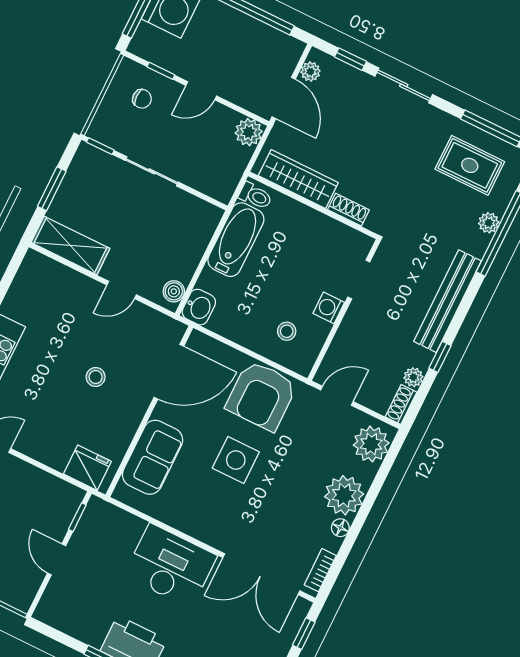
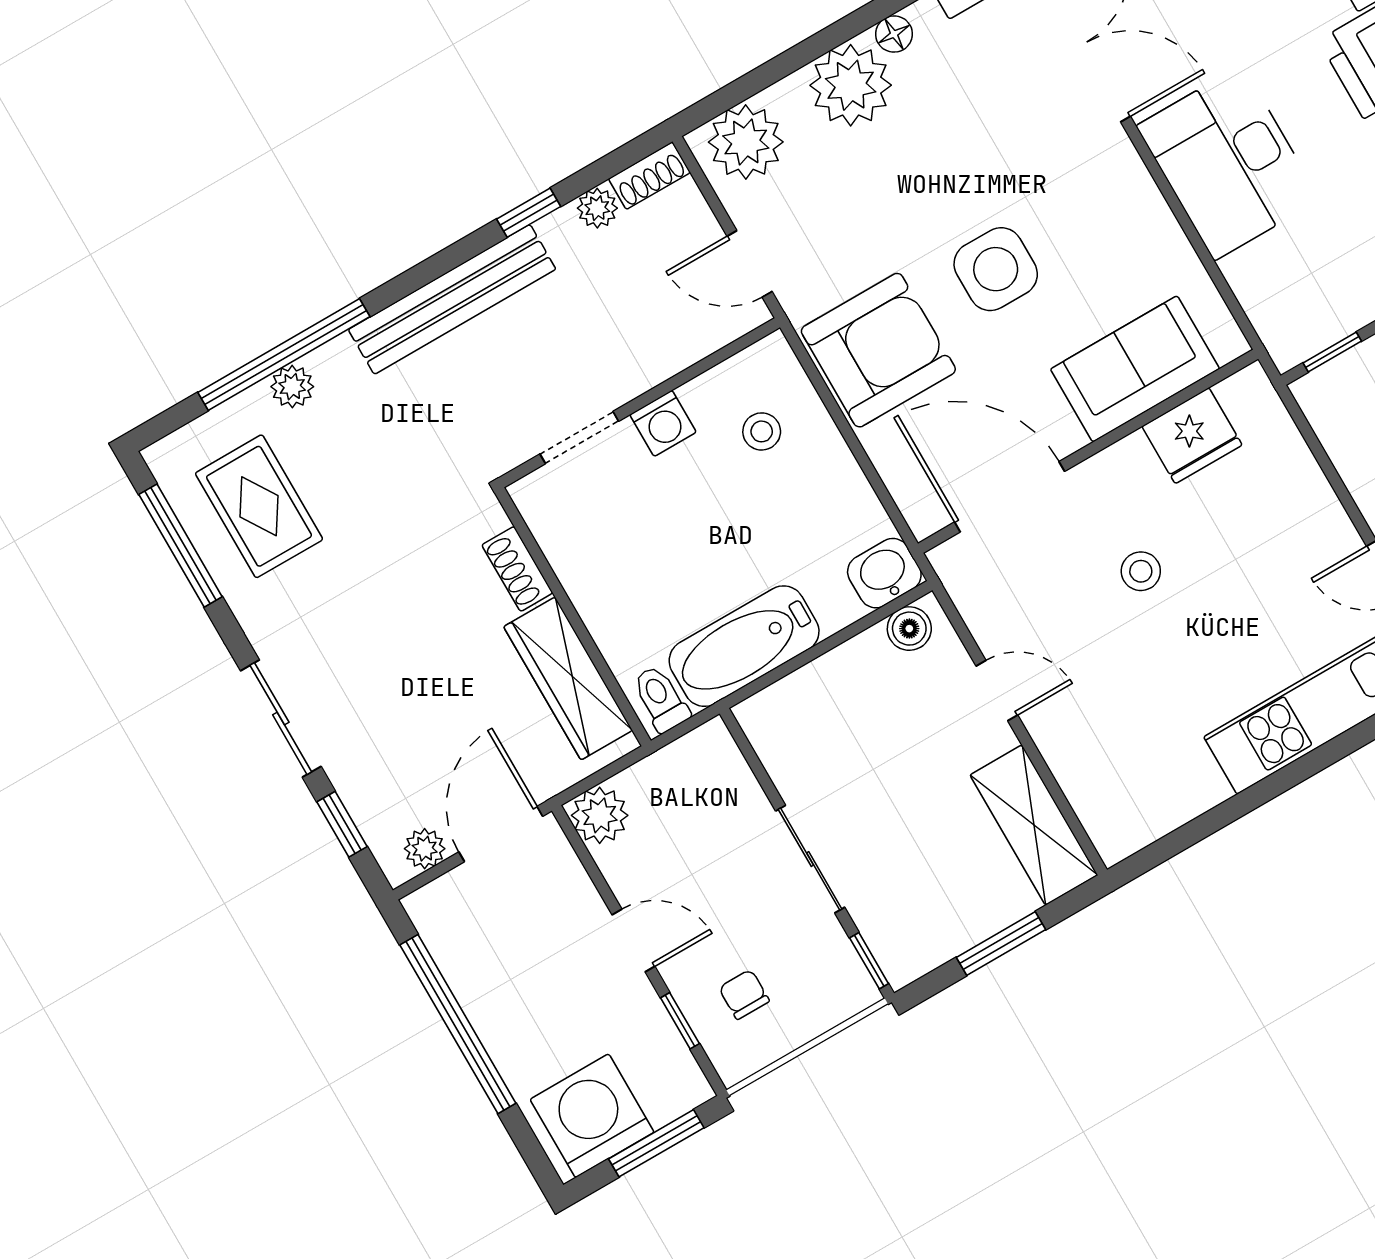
fridge: (87, 468) -> (1192, 436), moved, turned -90

